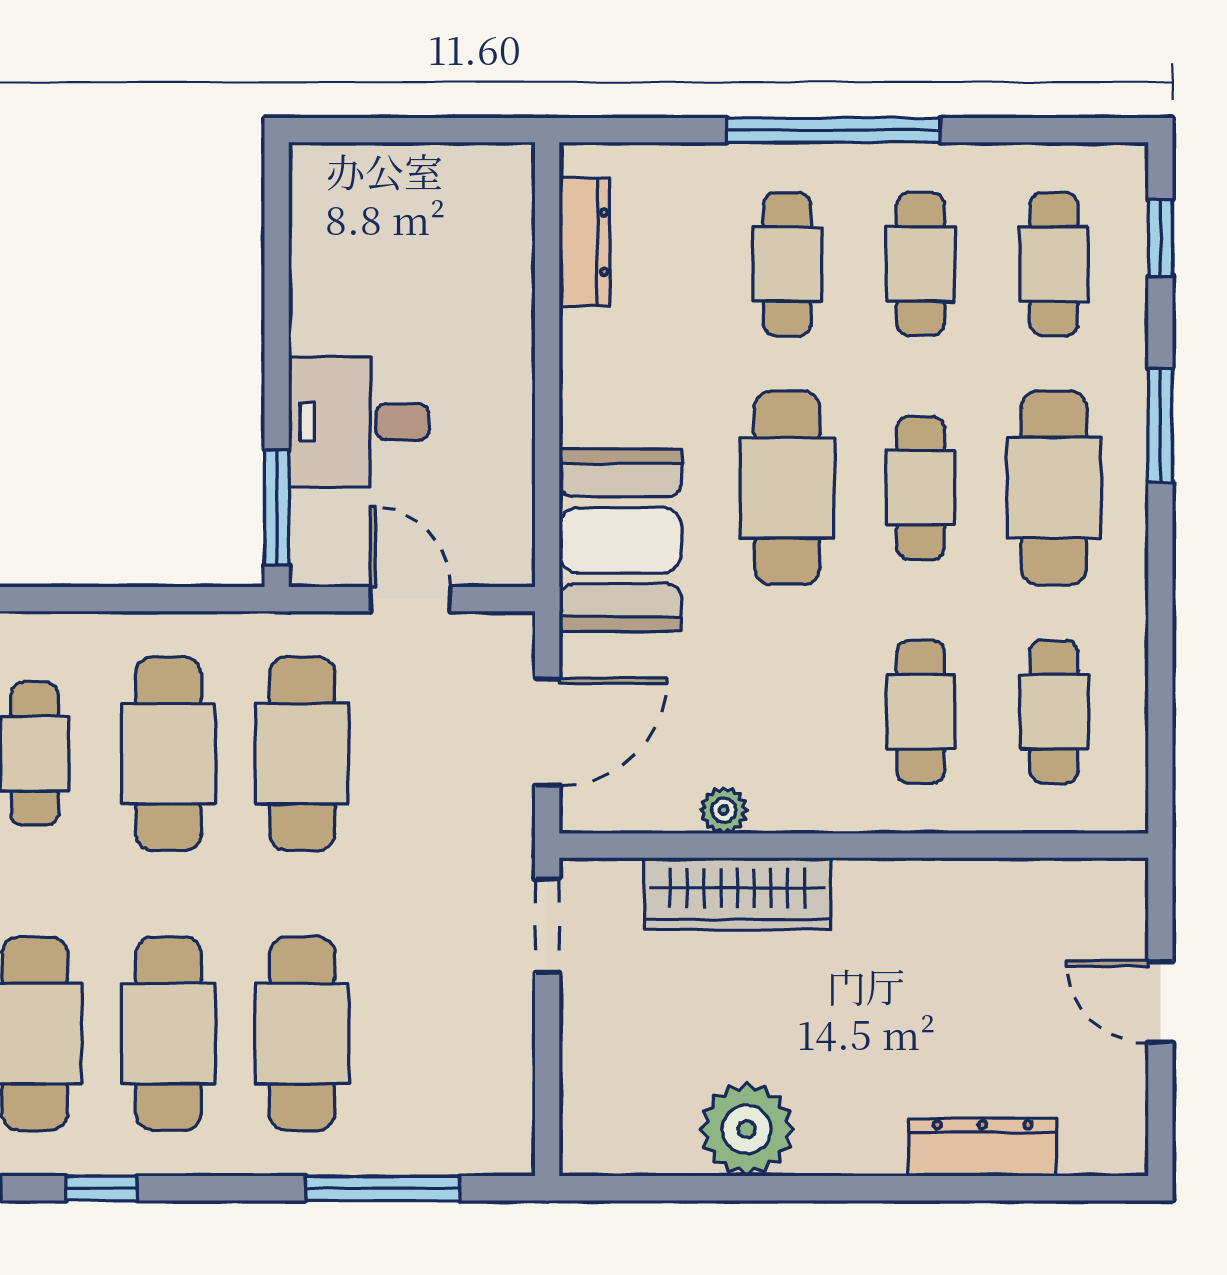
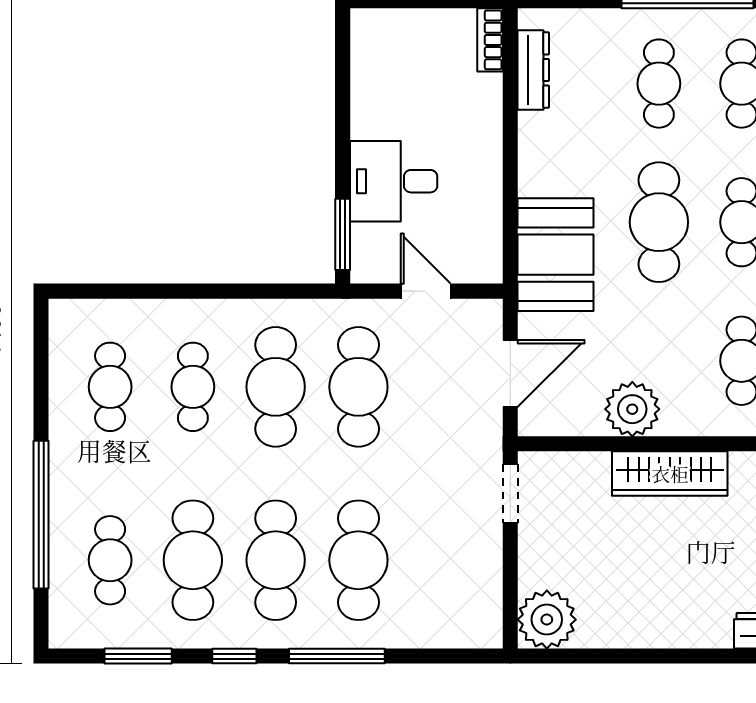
bookcase: (515, 194) -> (490, 40), added
plant: (724, 810) -> (632, 409), width x1.88, depth x1.88
wardrobe: (738, 894) -> (670, 474), moved
plant: (747, 1129) -> (547, 620), moved
window: (383, 1188) -> (337, 656), moved

